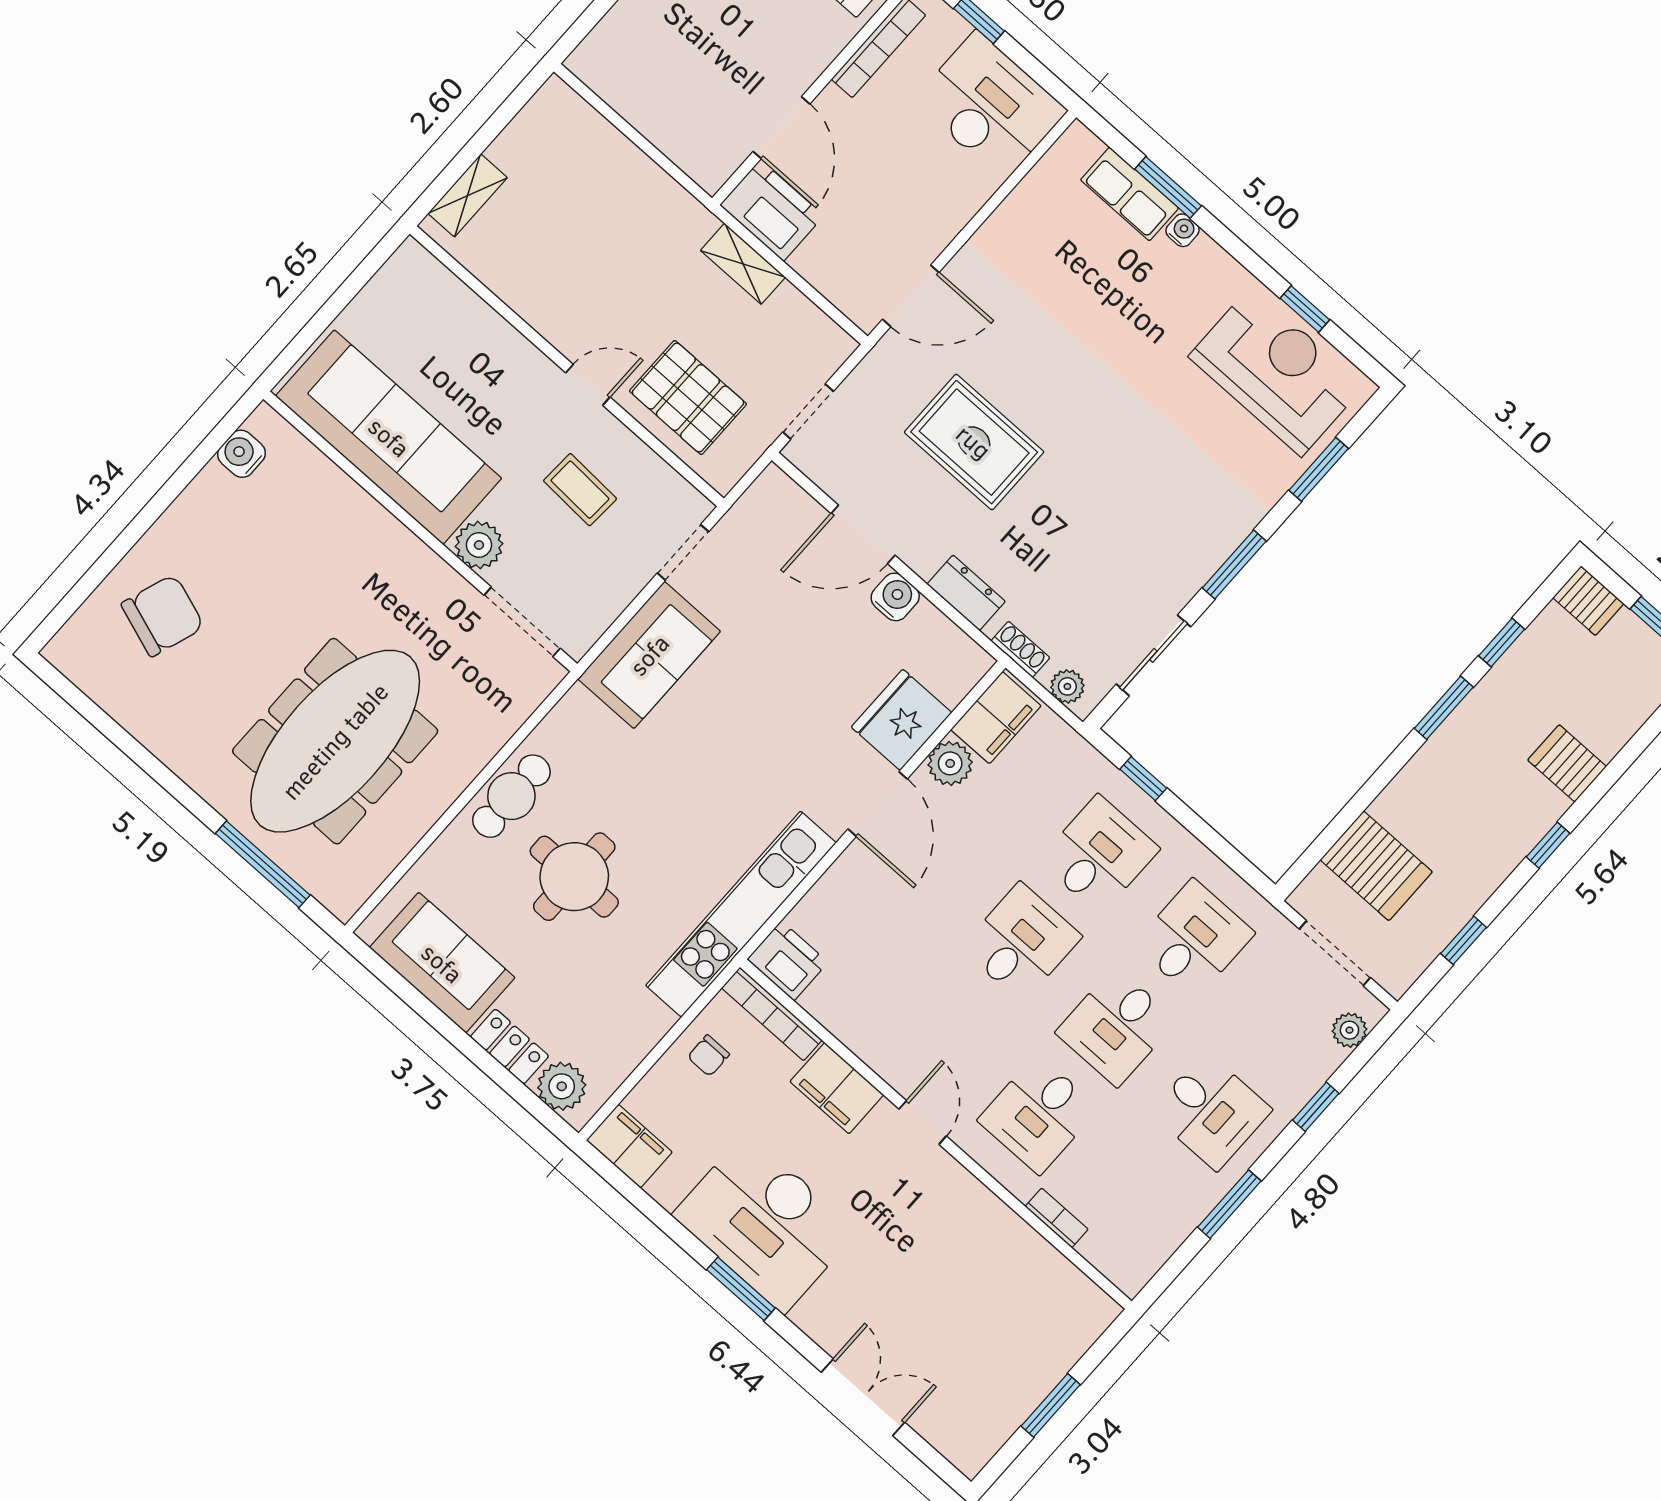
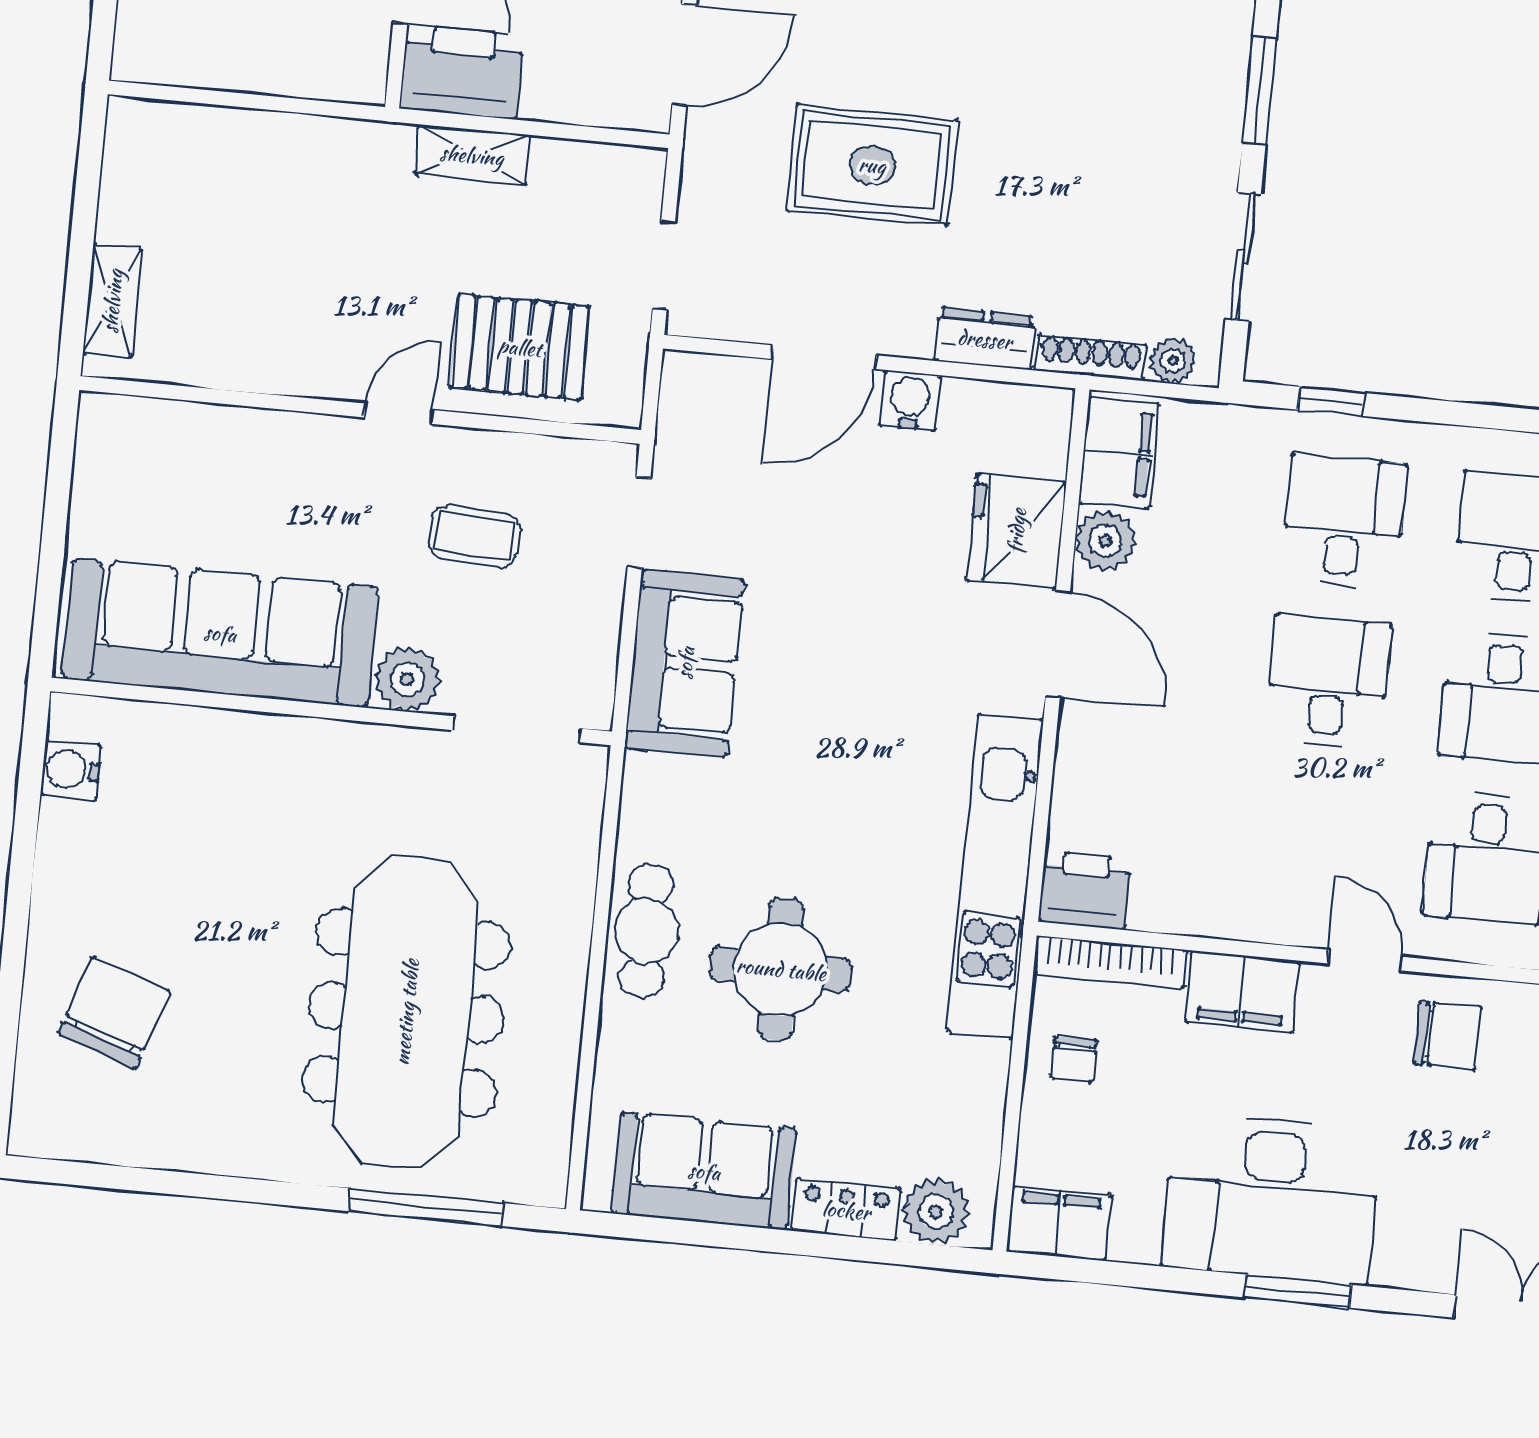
shoe rack: (1020, 649) -> (1091, 357), width x1.43
chair: (939, 1202) -> (1447, 1035), added

